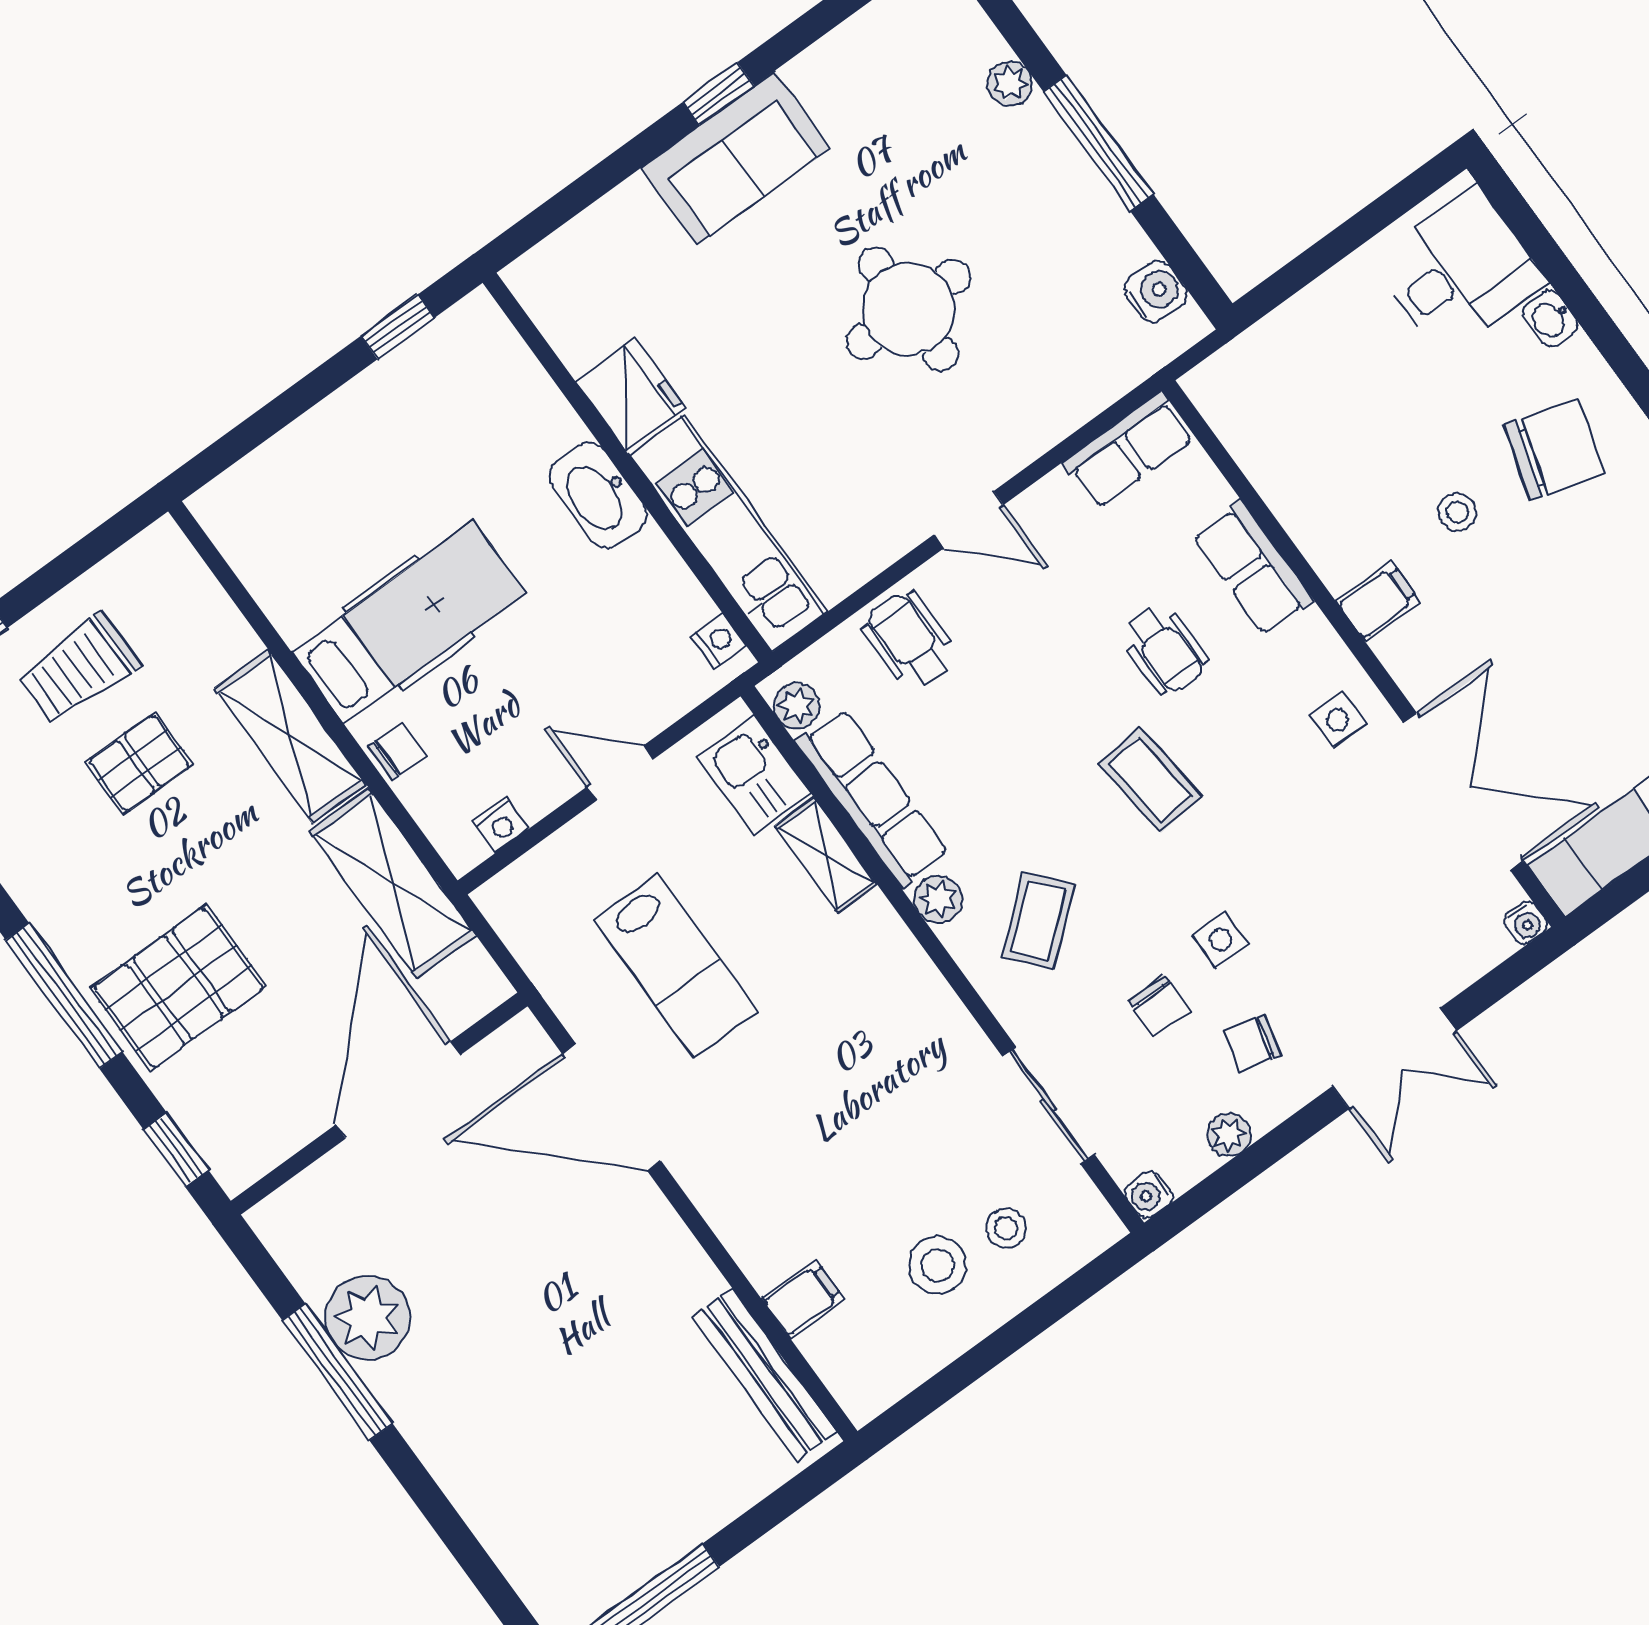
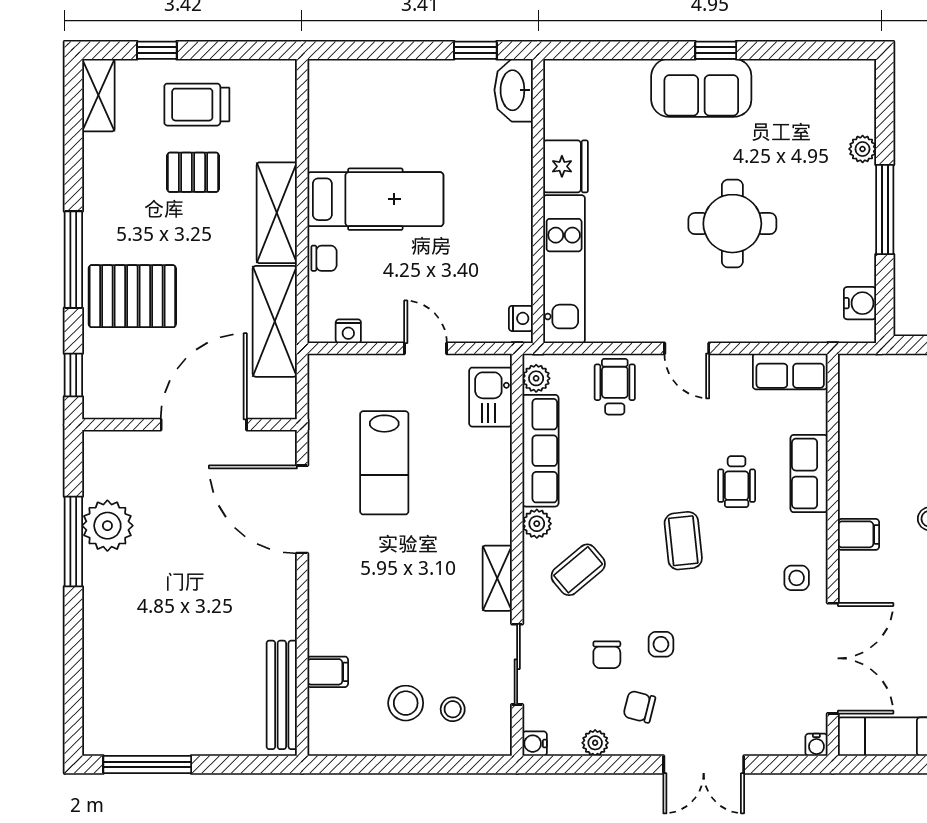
washbasin: (598, 495) -> (514, 90), moved
shelving: (826, 855) -> (497, 578), moved

